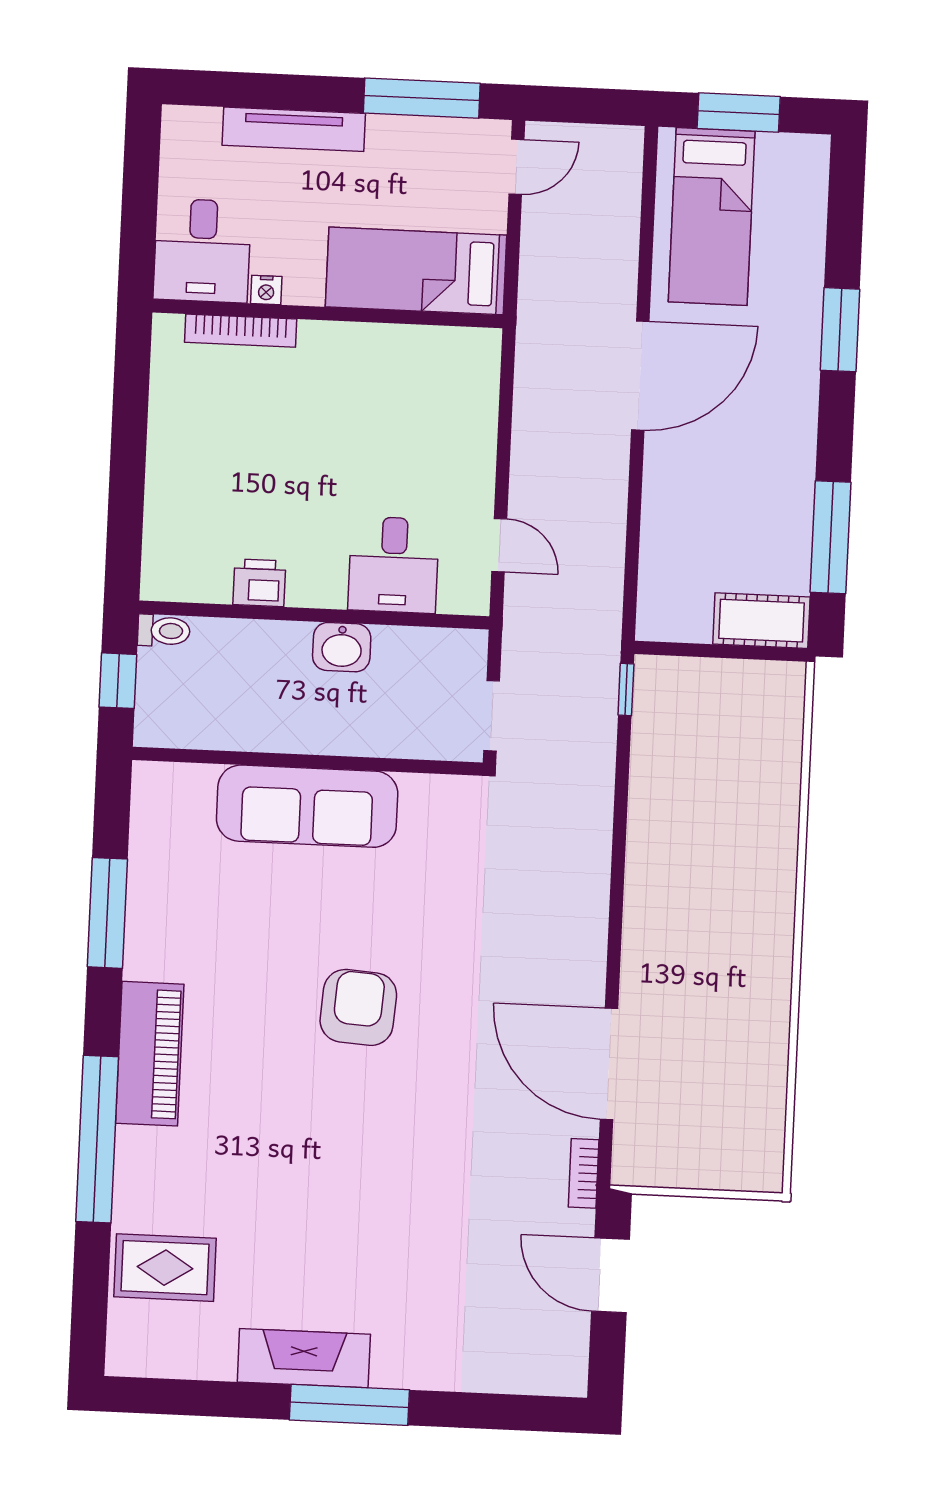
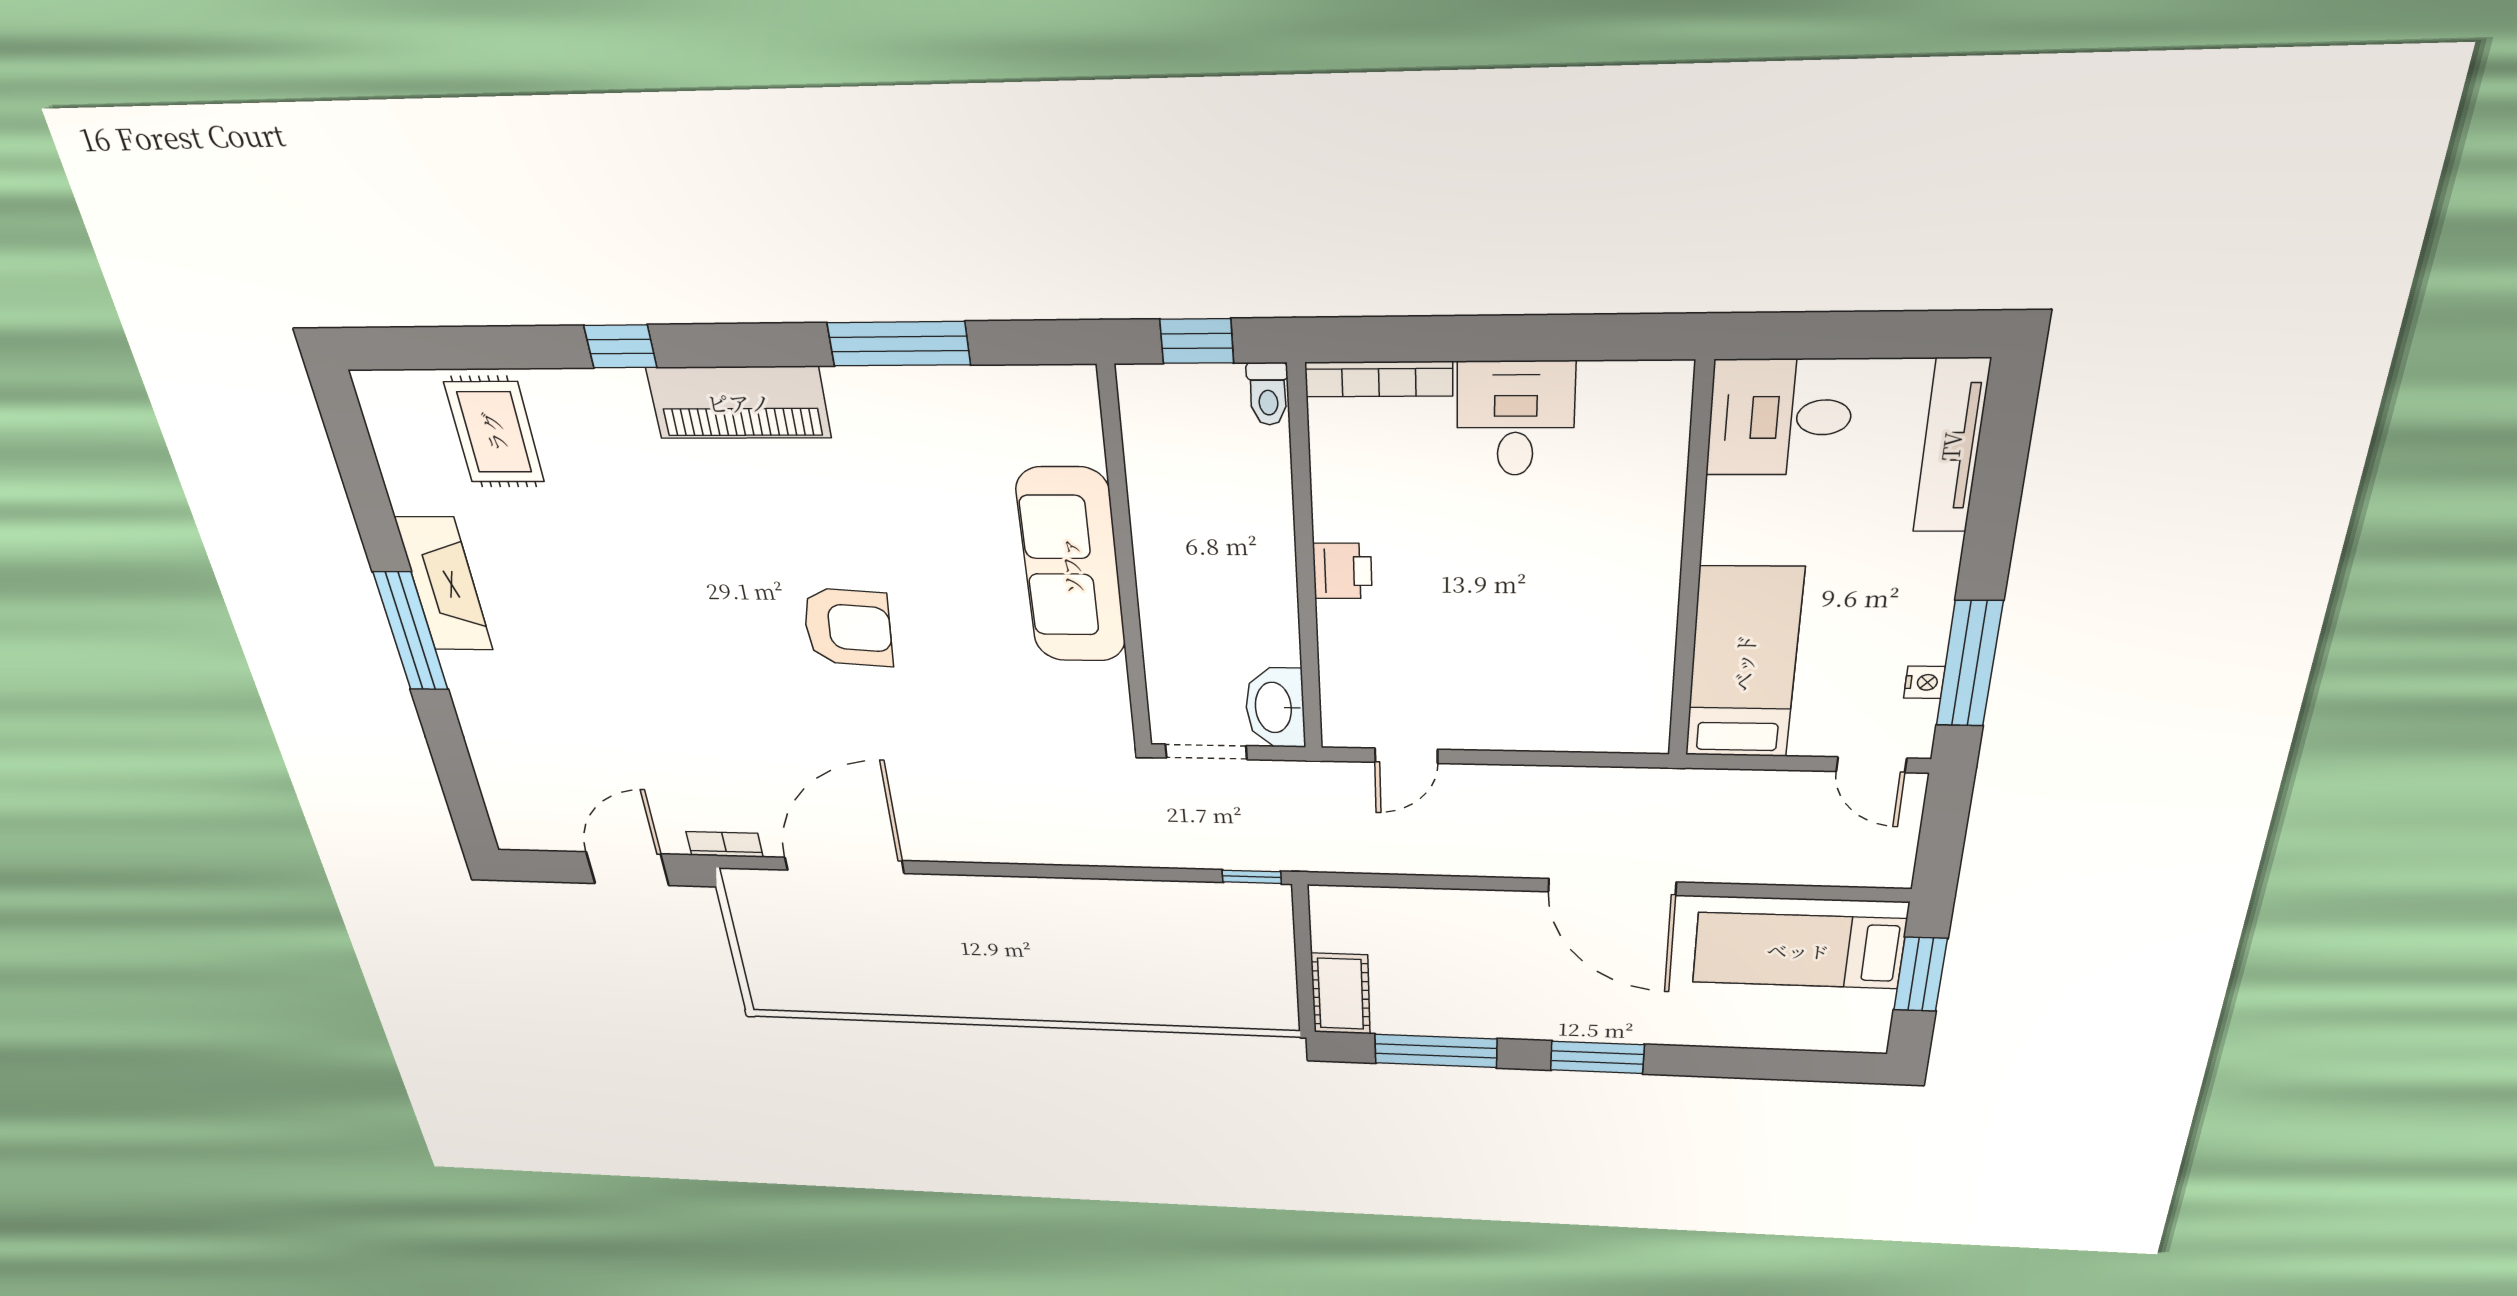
tv unit: (294, 129) -> (1951, 446), moved
nightstand: (266, 290) -> (1924, 682), moved, turned 180
window: (840, 330) -> (1597, 1057), moved
bookcase: (241, 331) -> (1379, 379), moved, turned -90
desk: (394, 565) -> (1516, 419), moved, turned 90
printer: (259, 583) -> (1342, 571), moved
washbasin: (342, 647) -> (1275, 708), moved, width x1.38
window: (97, 1139) -> (620, 346), width x0.32

